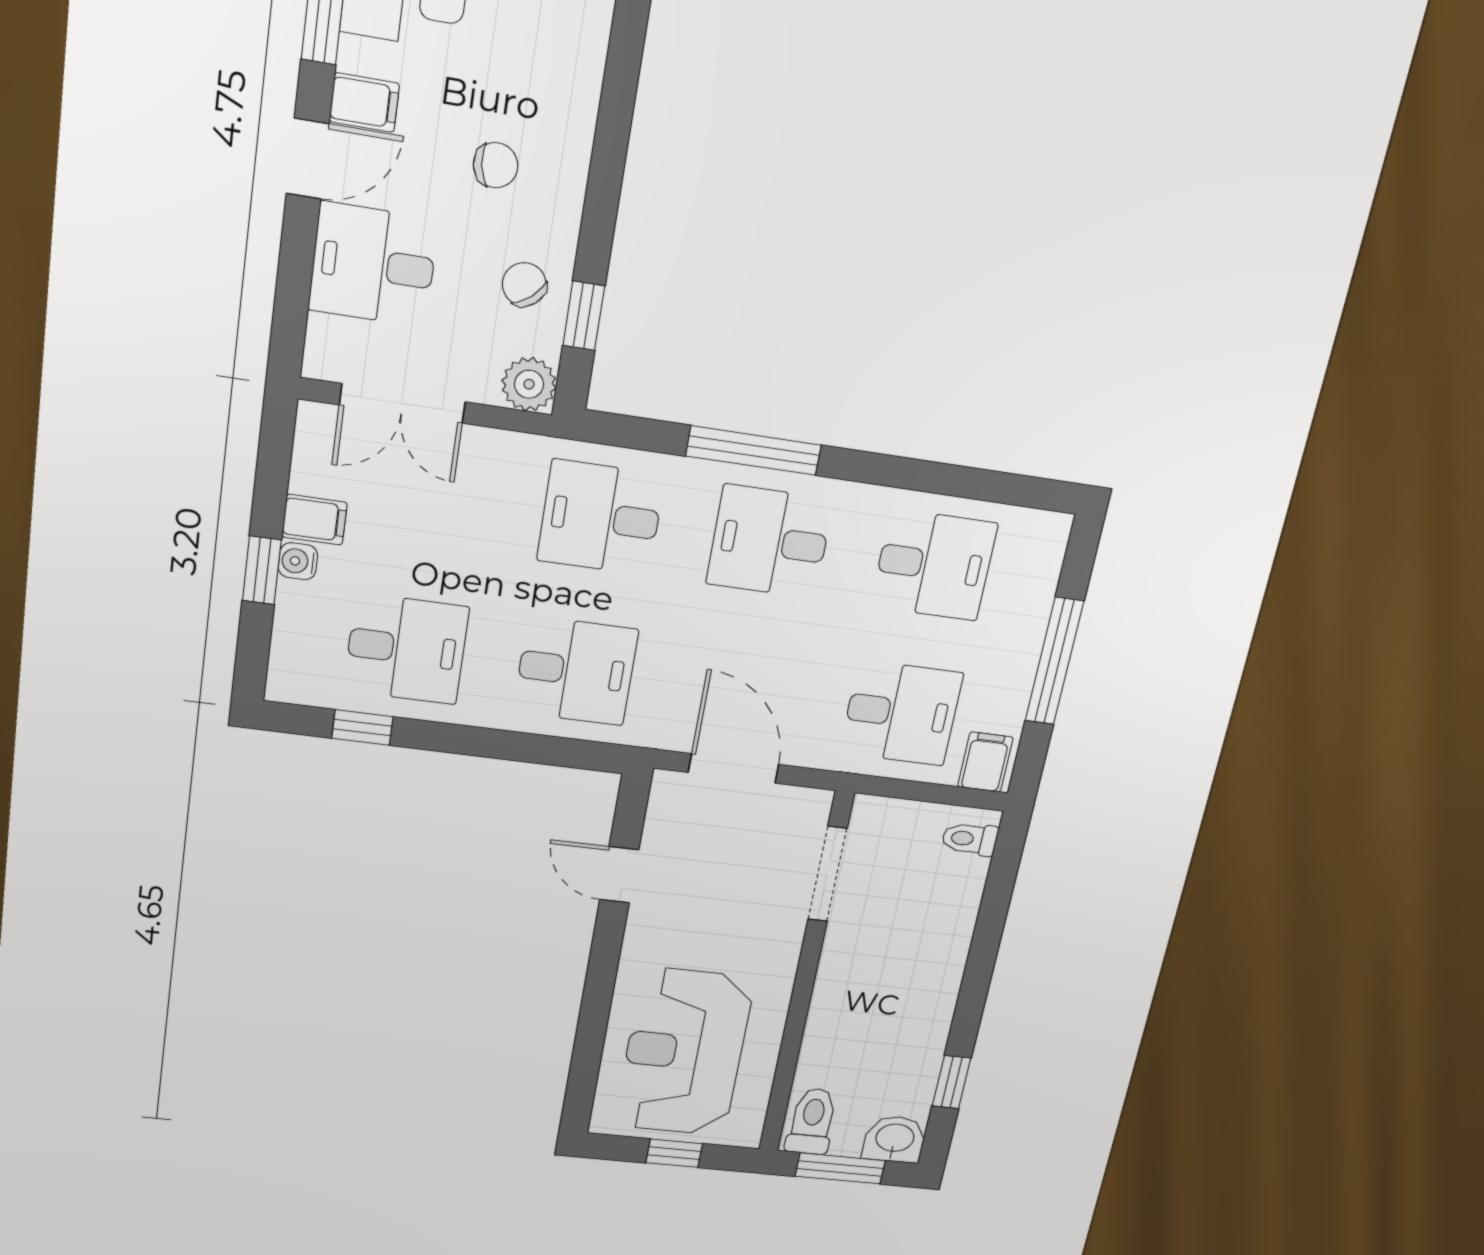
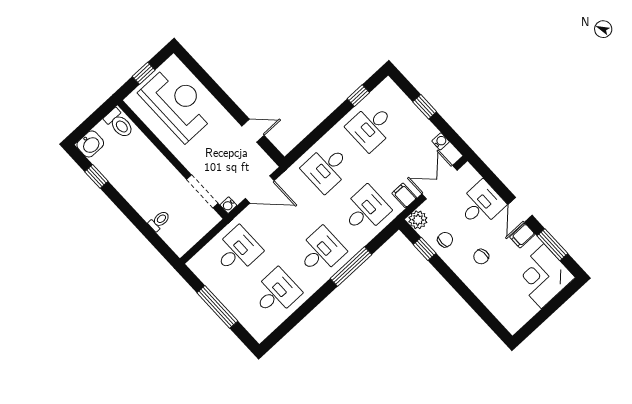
chair: (524, 285) -> (445, 240), turned -50
filing cabinet: (315, 520) -> (404, 196), moved, turned 90
water cooler: (298, 561) -> (441, 141), moved
desk: (934, 565) -> (276, 293), turned 180
desk: (901, 713) -> (237, 251), turned 180
filing cabinet: (985, 762) -> (201, 264), removed
water cooler: (817, 803) -> (228, 205), added
toilet: (970, 839) -> (159, 221), moved
window: (840, 1168) -> (94, 119), removed

